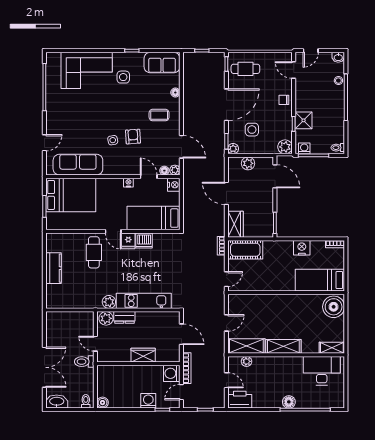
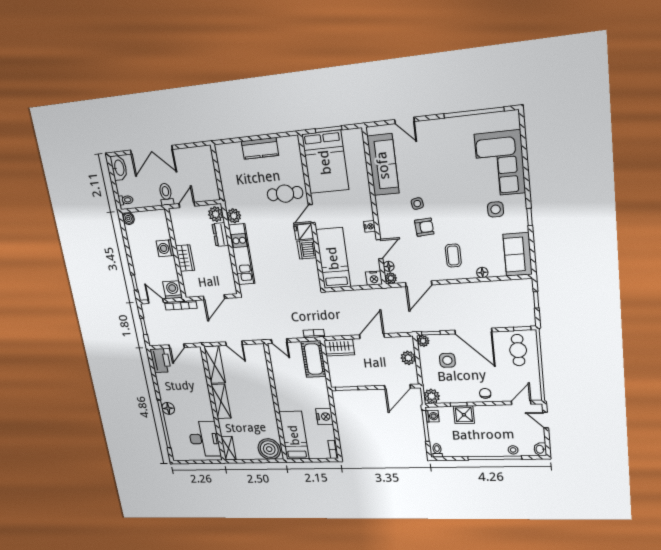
bed: (71, 195) -> (325, 162), moved
plant: (246, 361) -> (199, 365), removed
washing machine: (148, 401) -> (165, 248), moved, turned 180

